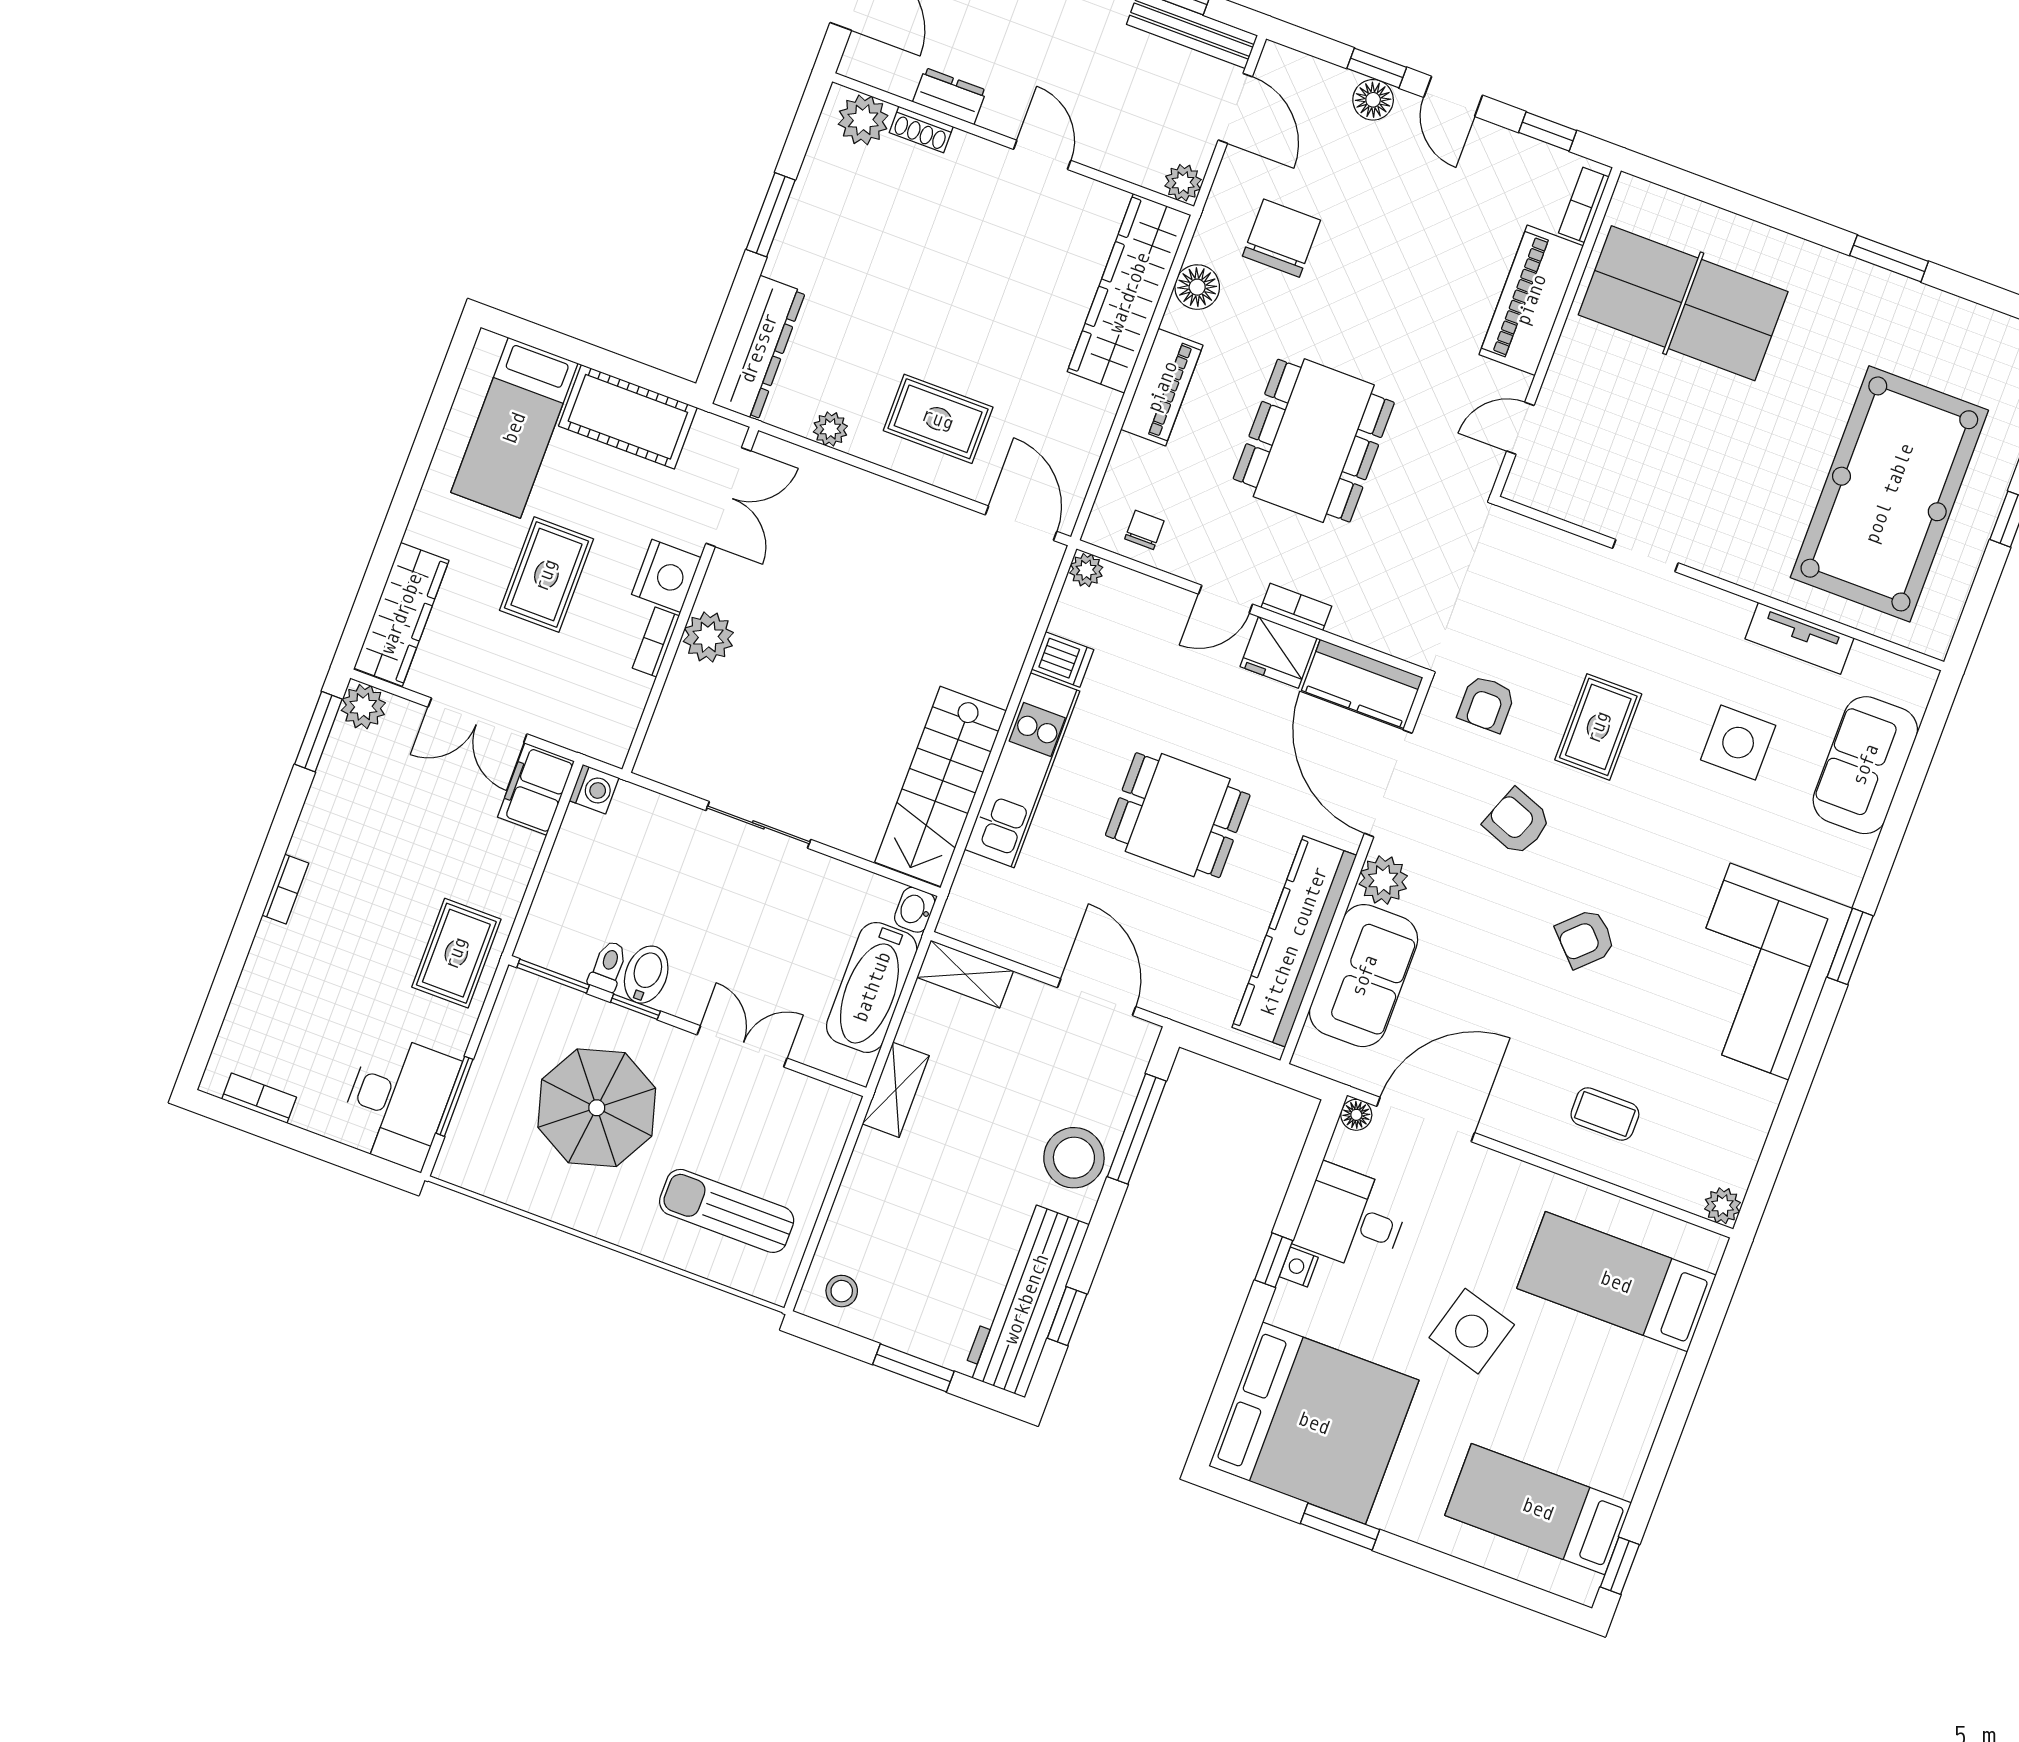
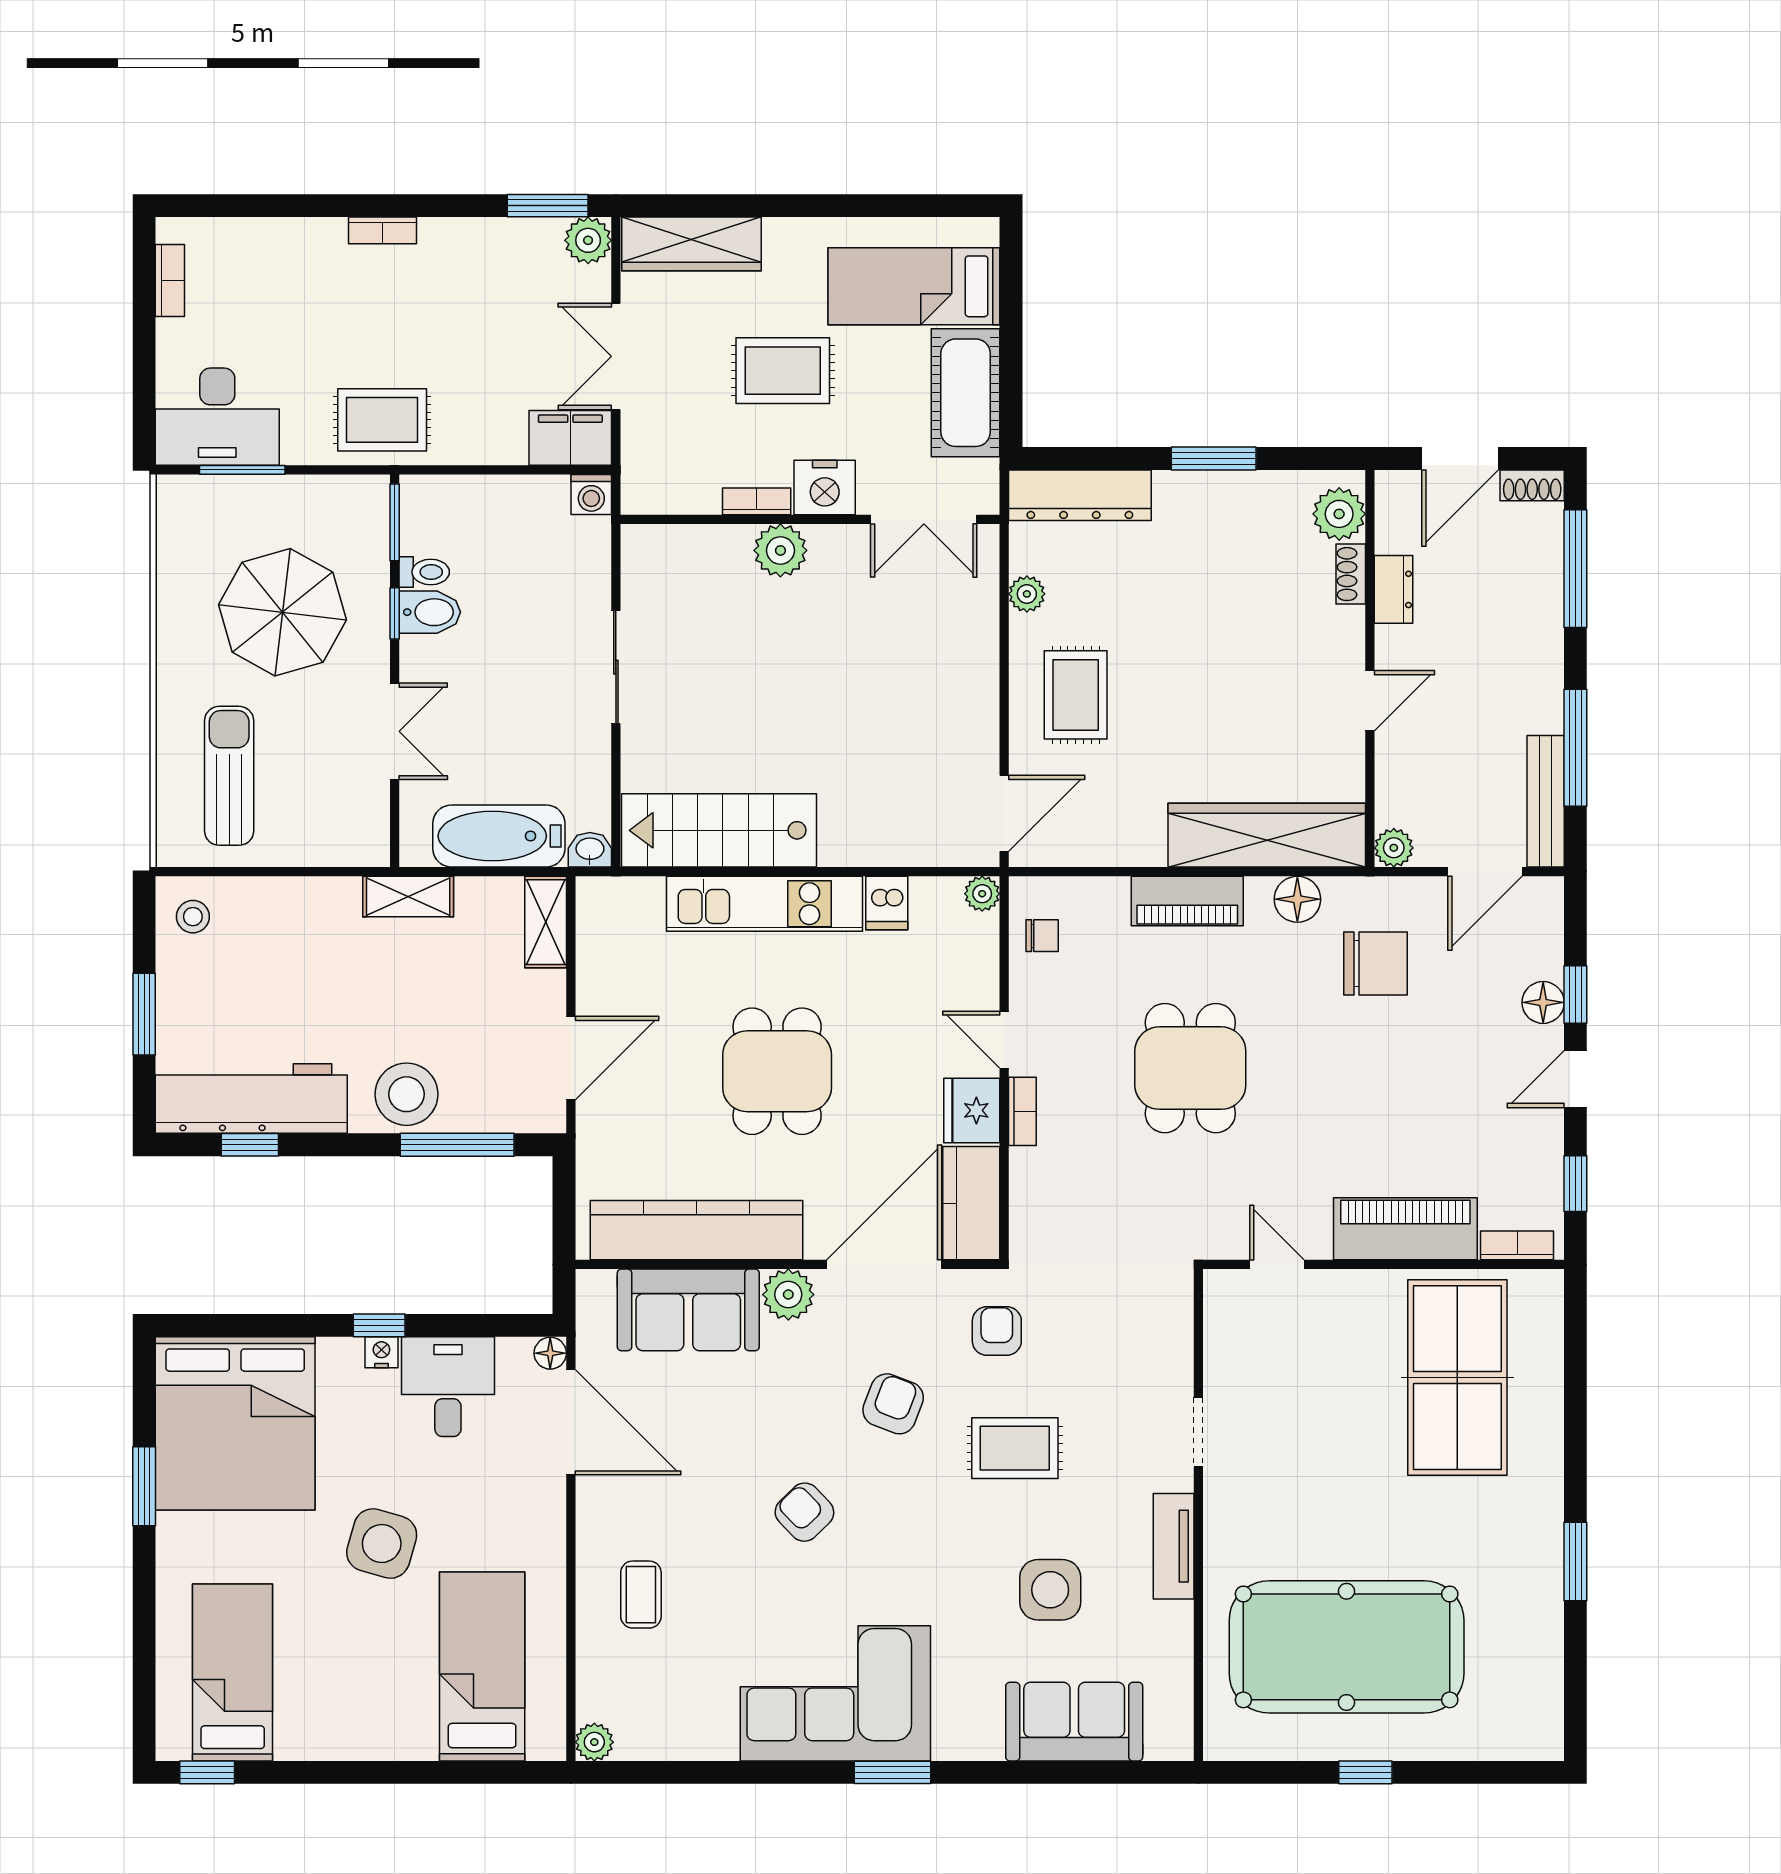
dining table: (1314, 441) -> (1190, 1068), width x0.73
tv unit: (1799, 638) -> (1174, 1546), moved
armchair: (1486, 704) -> (997, 1331), turned 90

